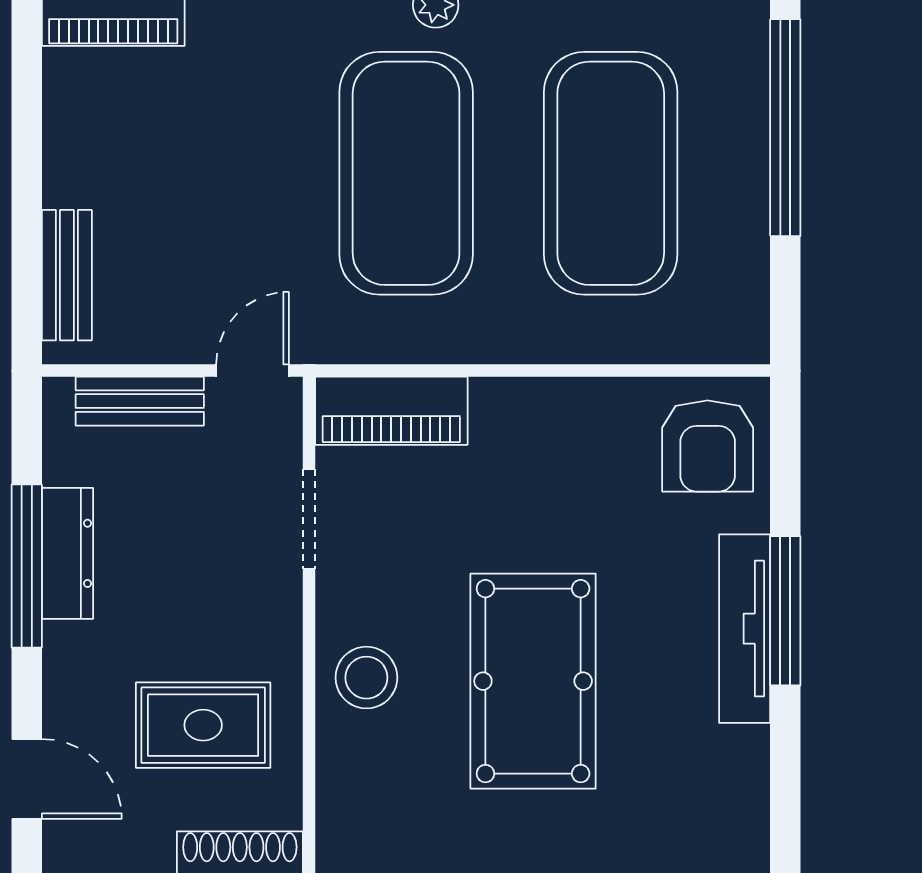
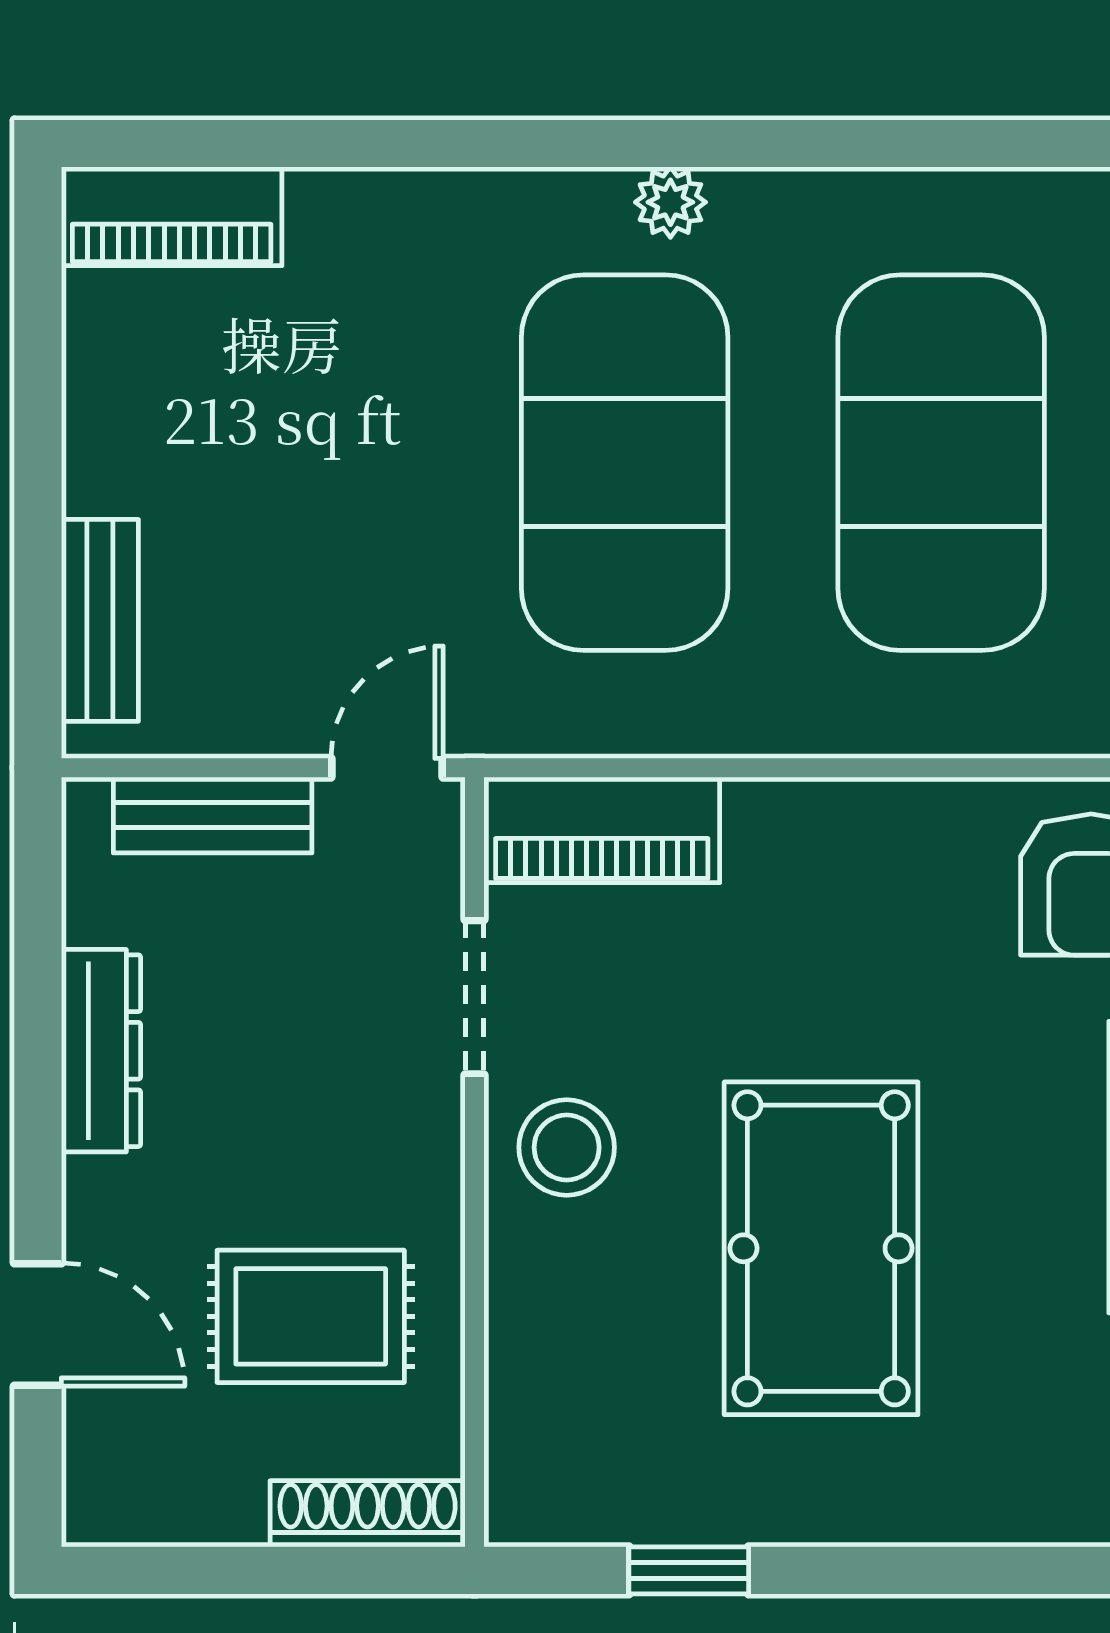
window: (27, 566) -> (38, 1070), removed
stool: (366, 678) -> (567, 1147), moved
door: (27, 779) -> (38, 1324), moved

